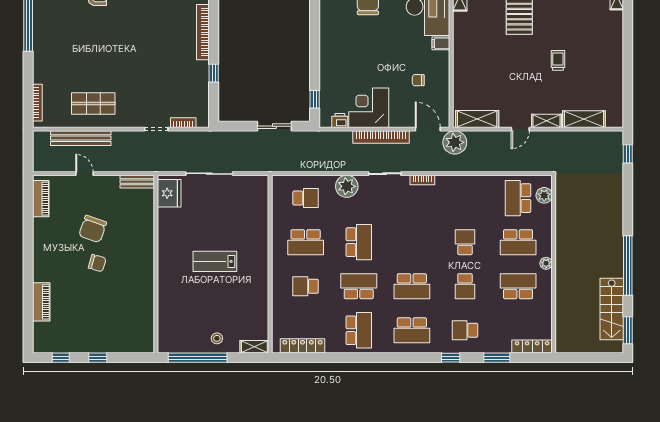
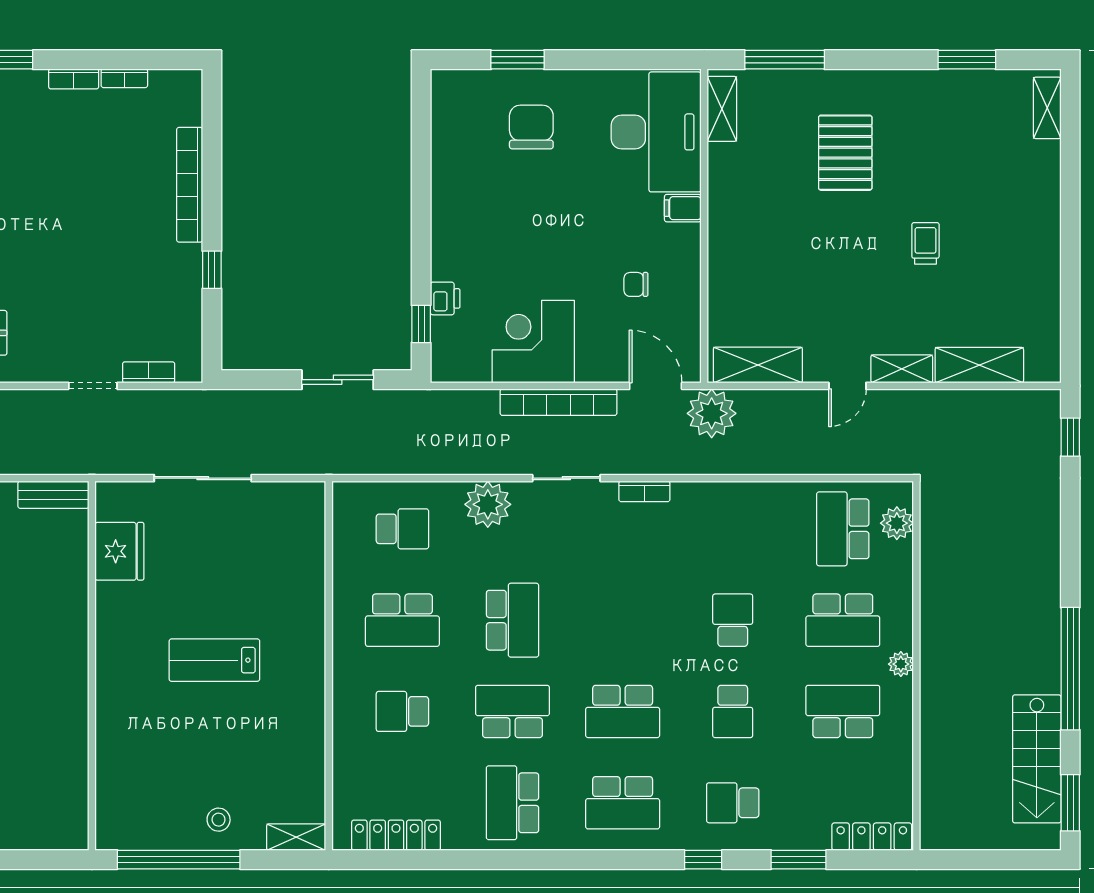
printer: (340, 120) -> (445, 298), moved, turned 90
fridge: (169, 193) -> (119, 551), moved
school desk: (359, 330) -> (513, 803), turned 180

